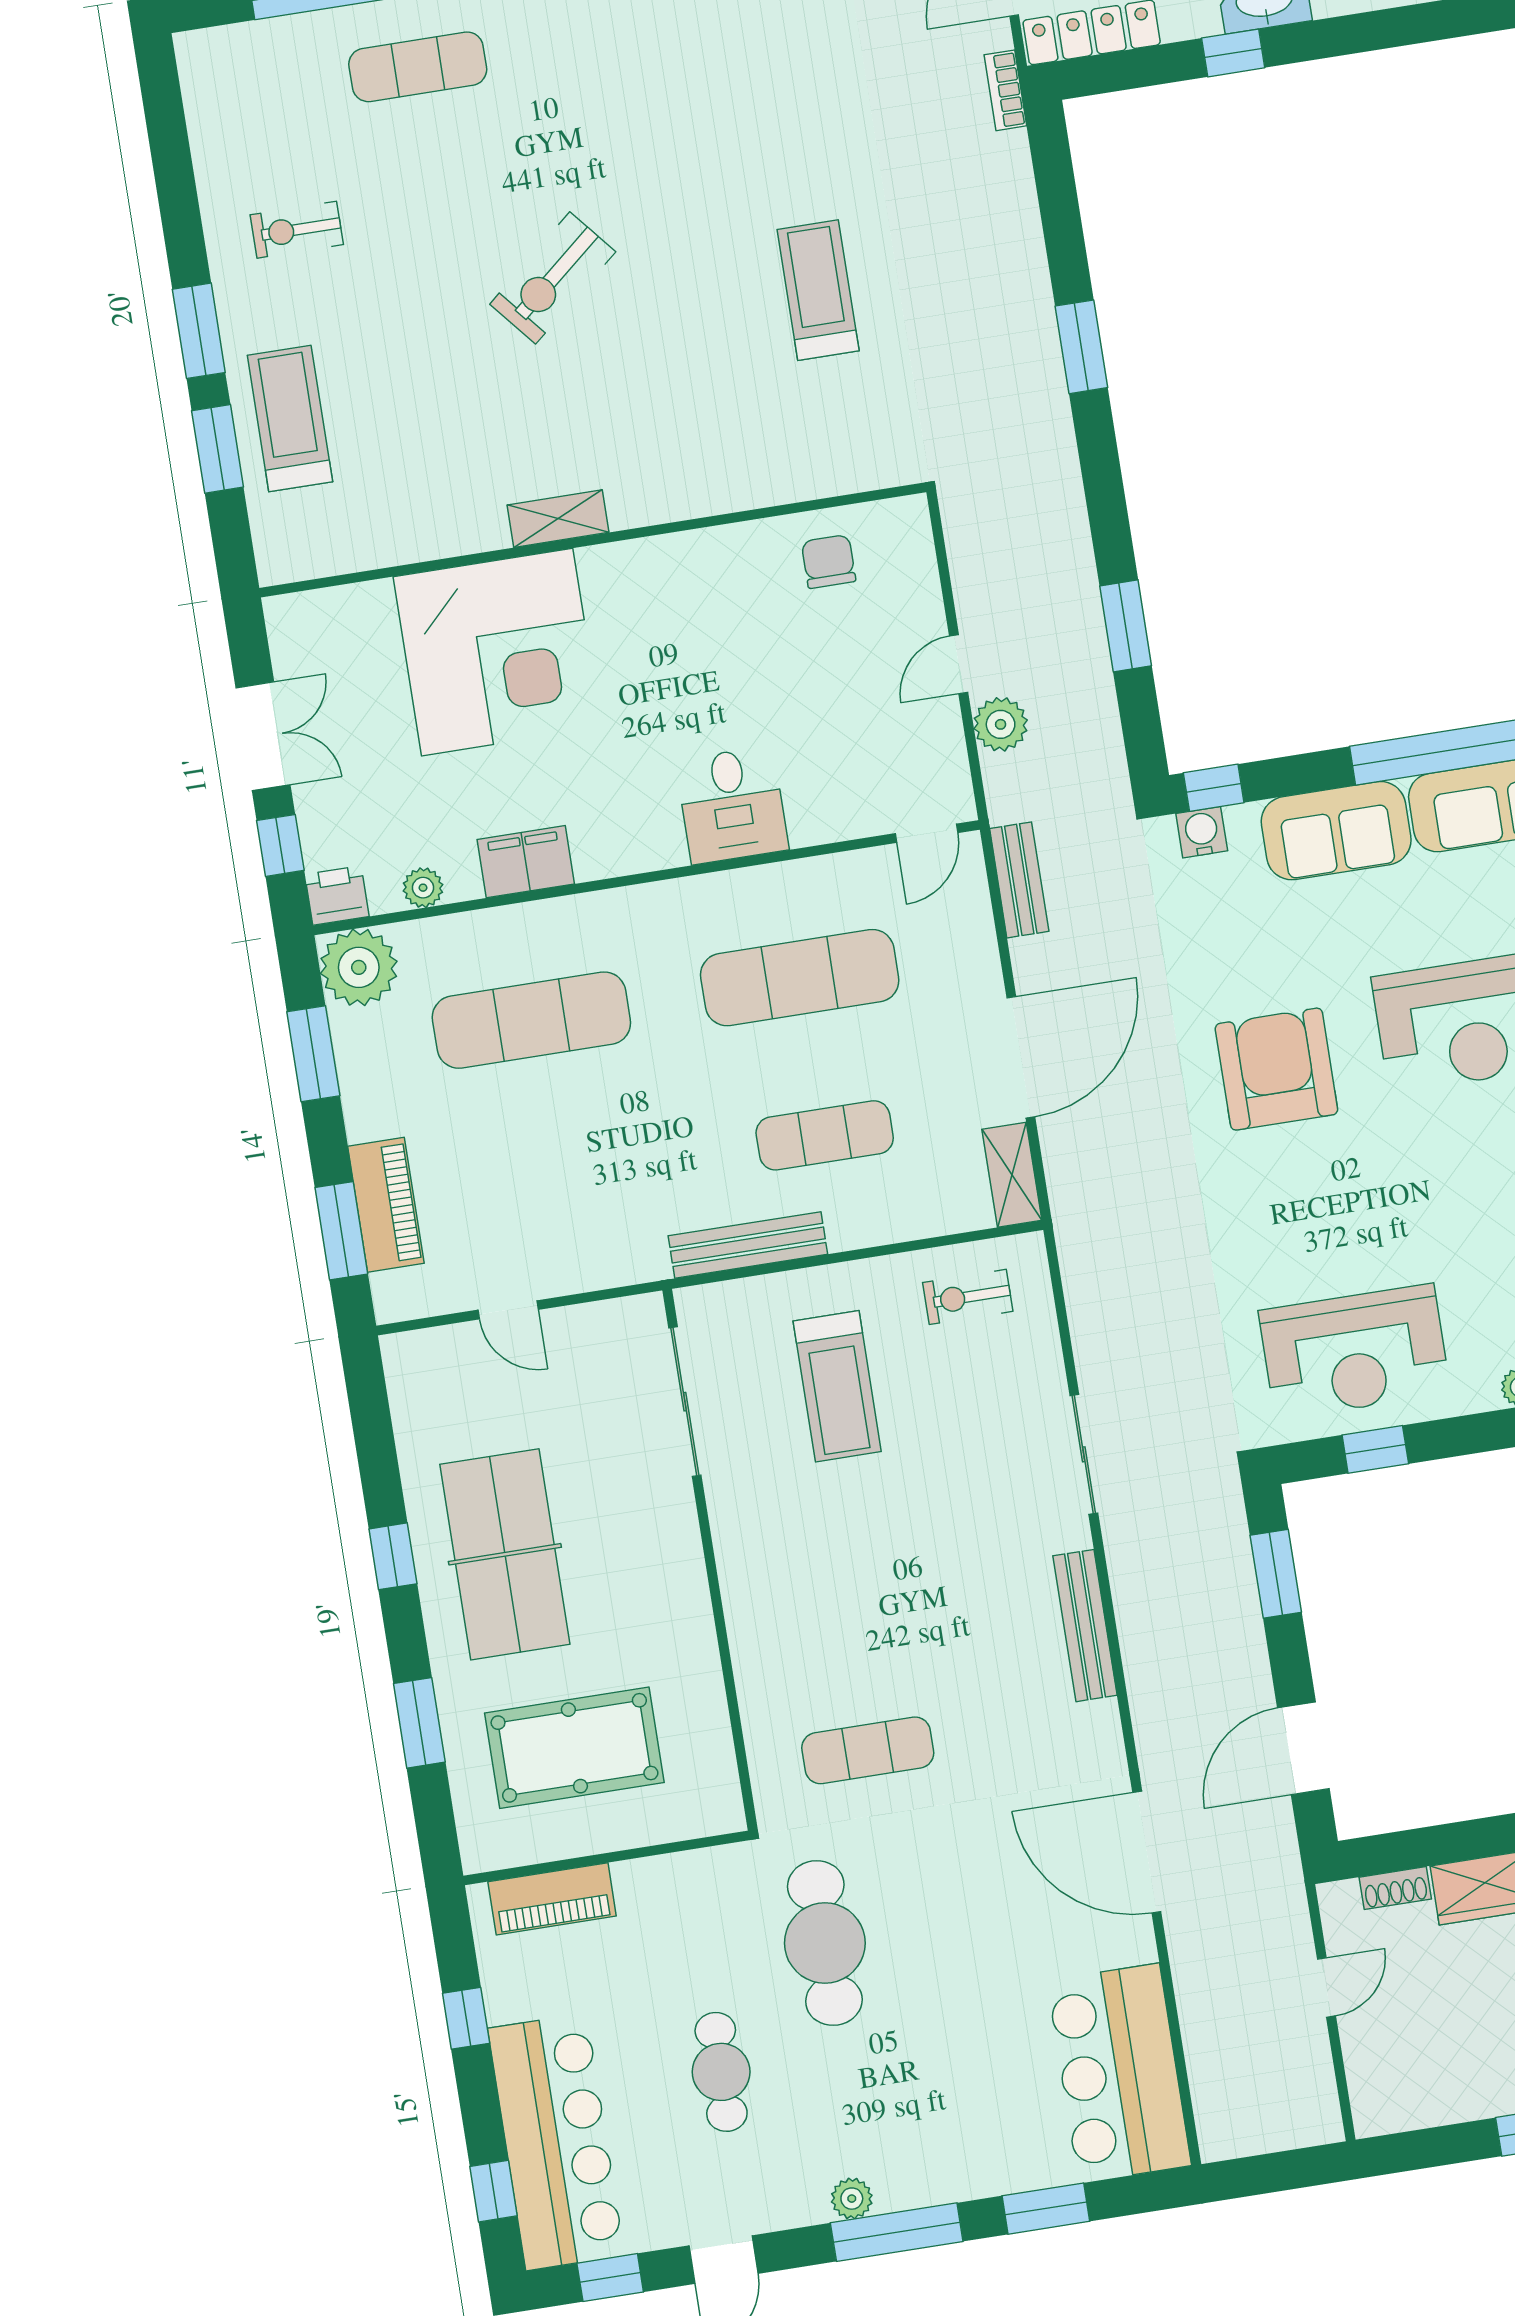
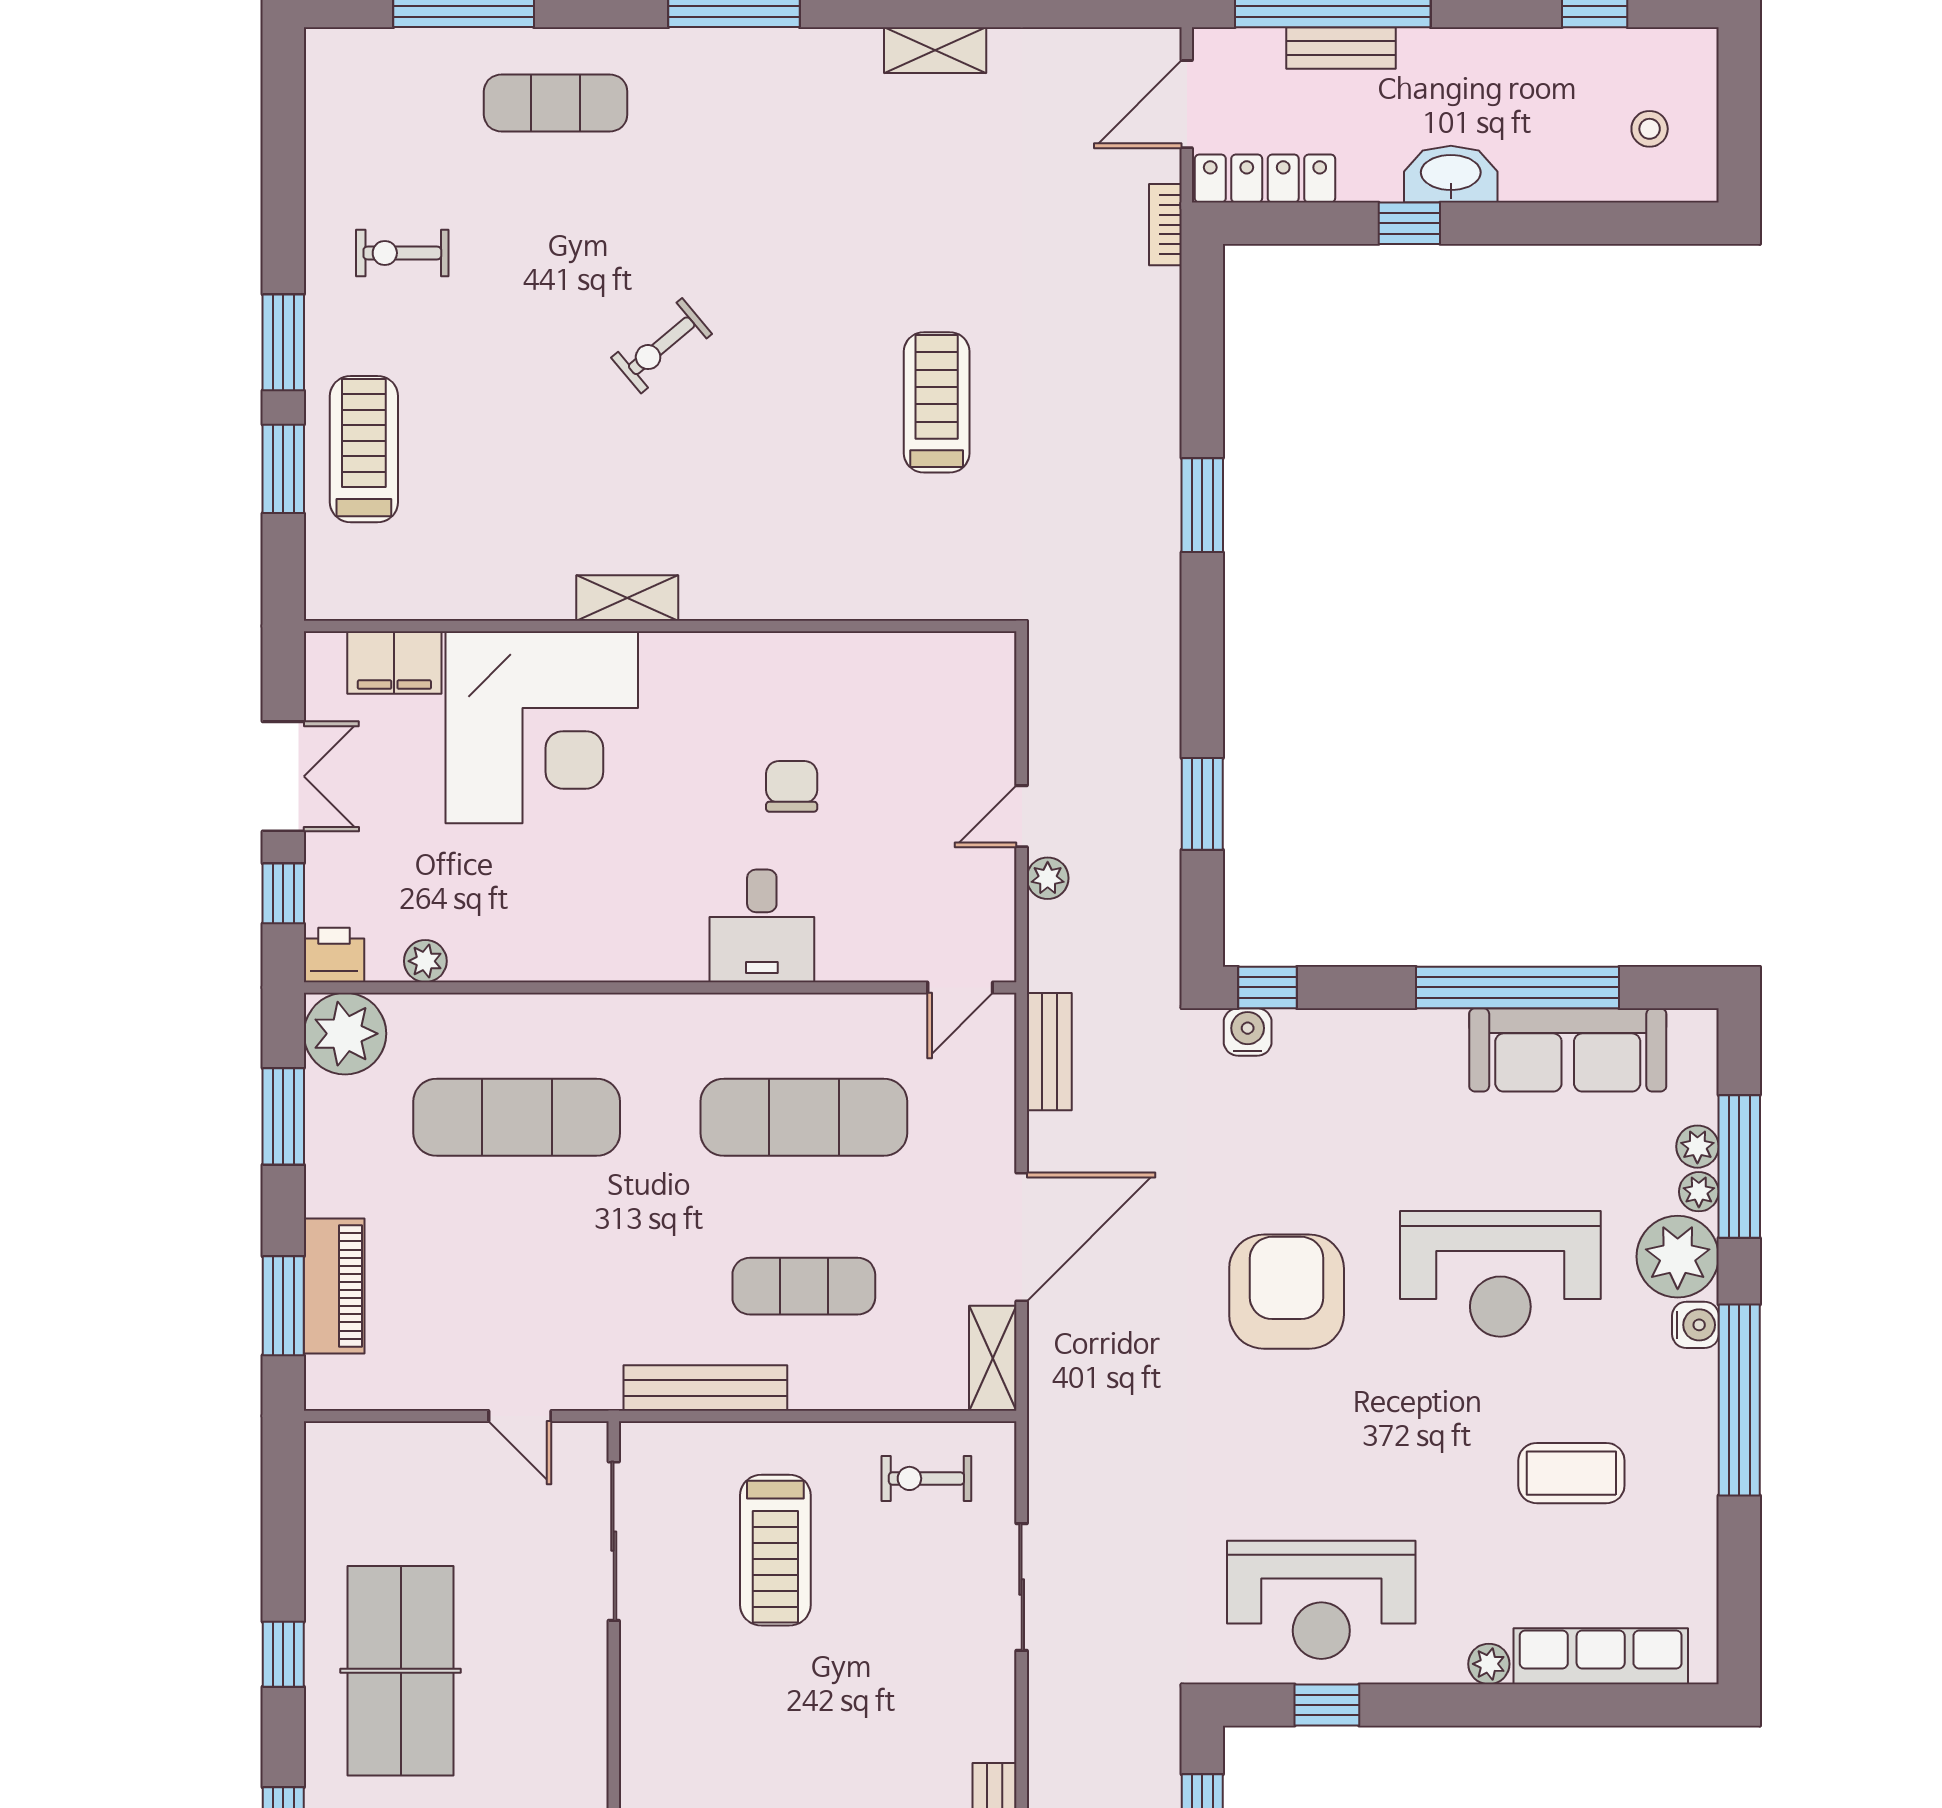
exercise bike: (553, 278) -> (662, 346), width x0.73, depth x0.72
chair: (829, 562) -> (792, 786), moved
plant: (1001, 724) -> (1048, 878), width x0.73, depth x0.73
sofa: (1336, 831) -> (1388, 1053), removed
filing cabinet: (526, 862) -> (394, 663), moved, turned 180
door: (508, 1310) -> (520, 1416), moved
sliding door: (1084, 1454) -> (1022, 1587), moved

